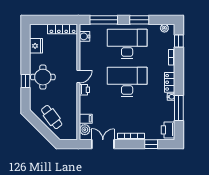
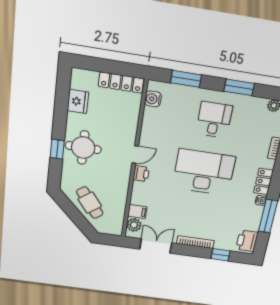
window: (104, 20) -> (186, 79), width x0.69
desk: (127, 44) -> (214, 120), width x0.53, depth x0.77

